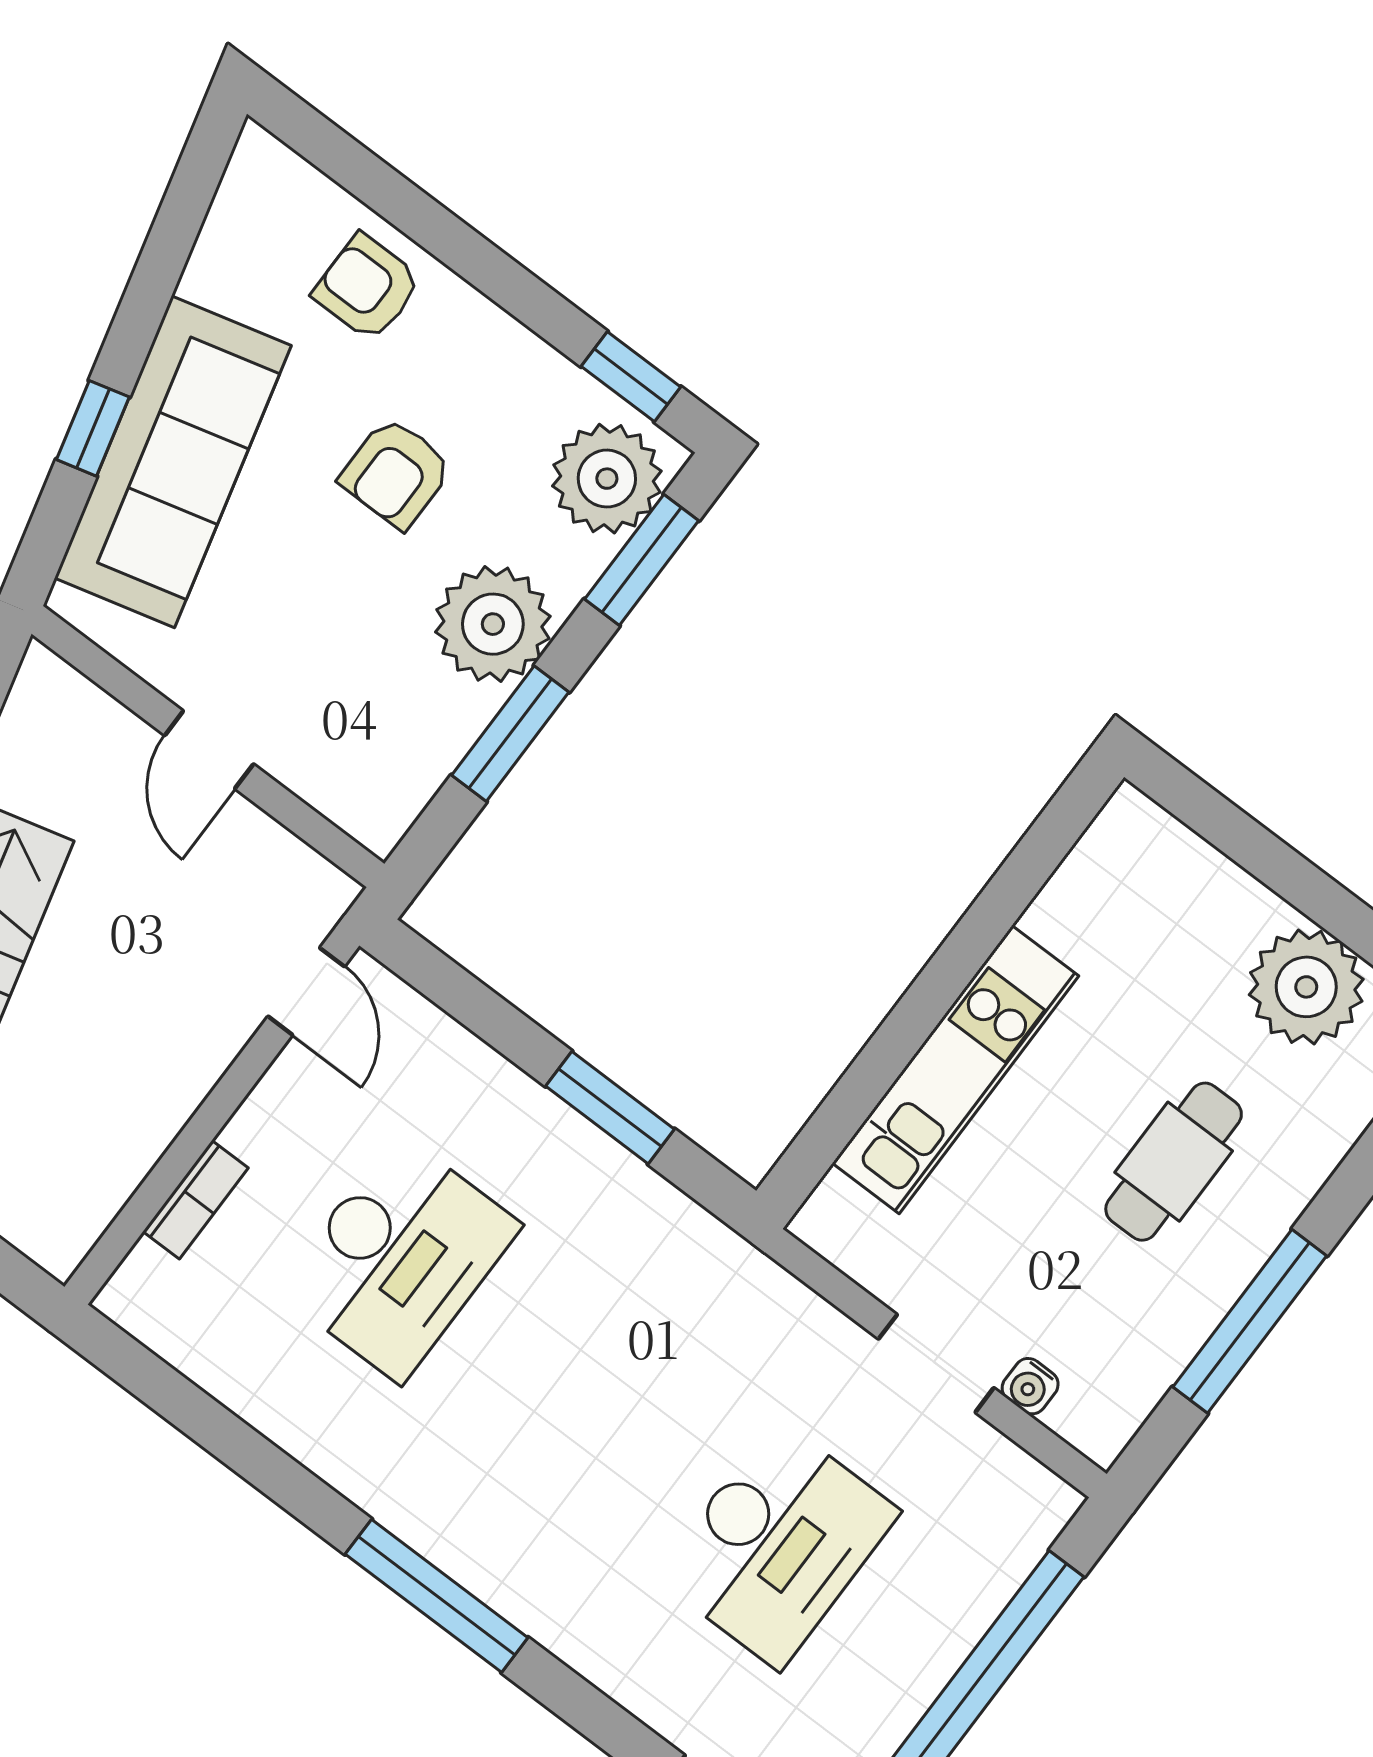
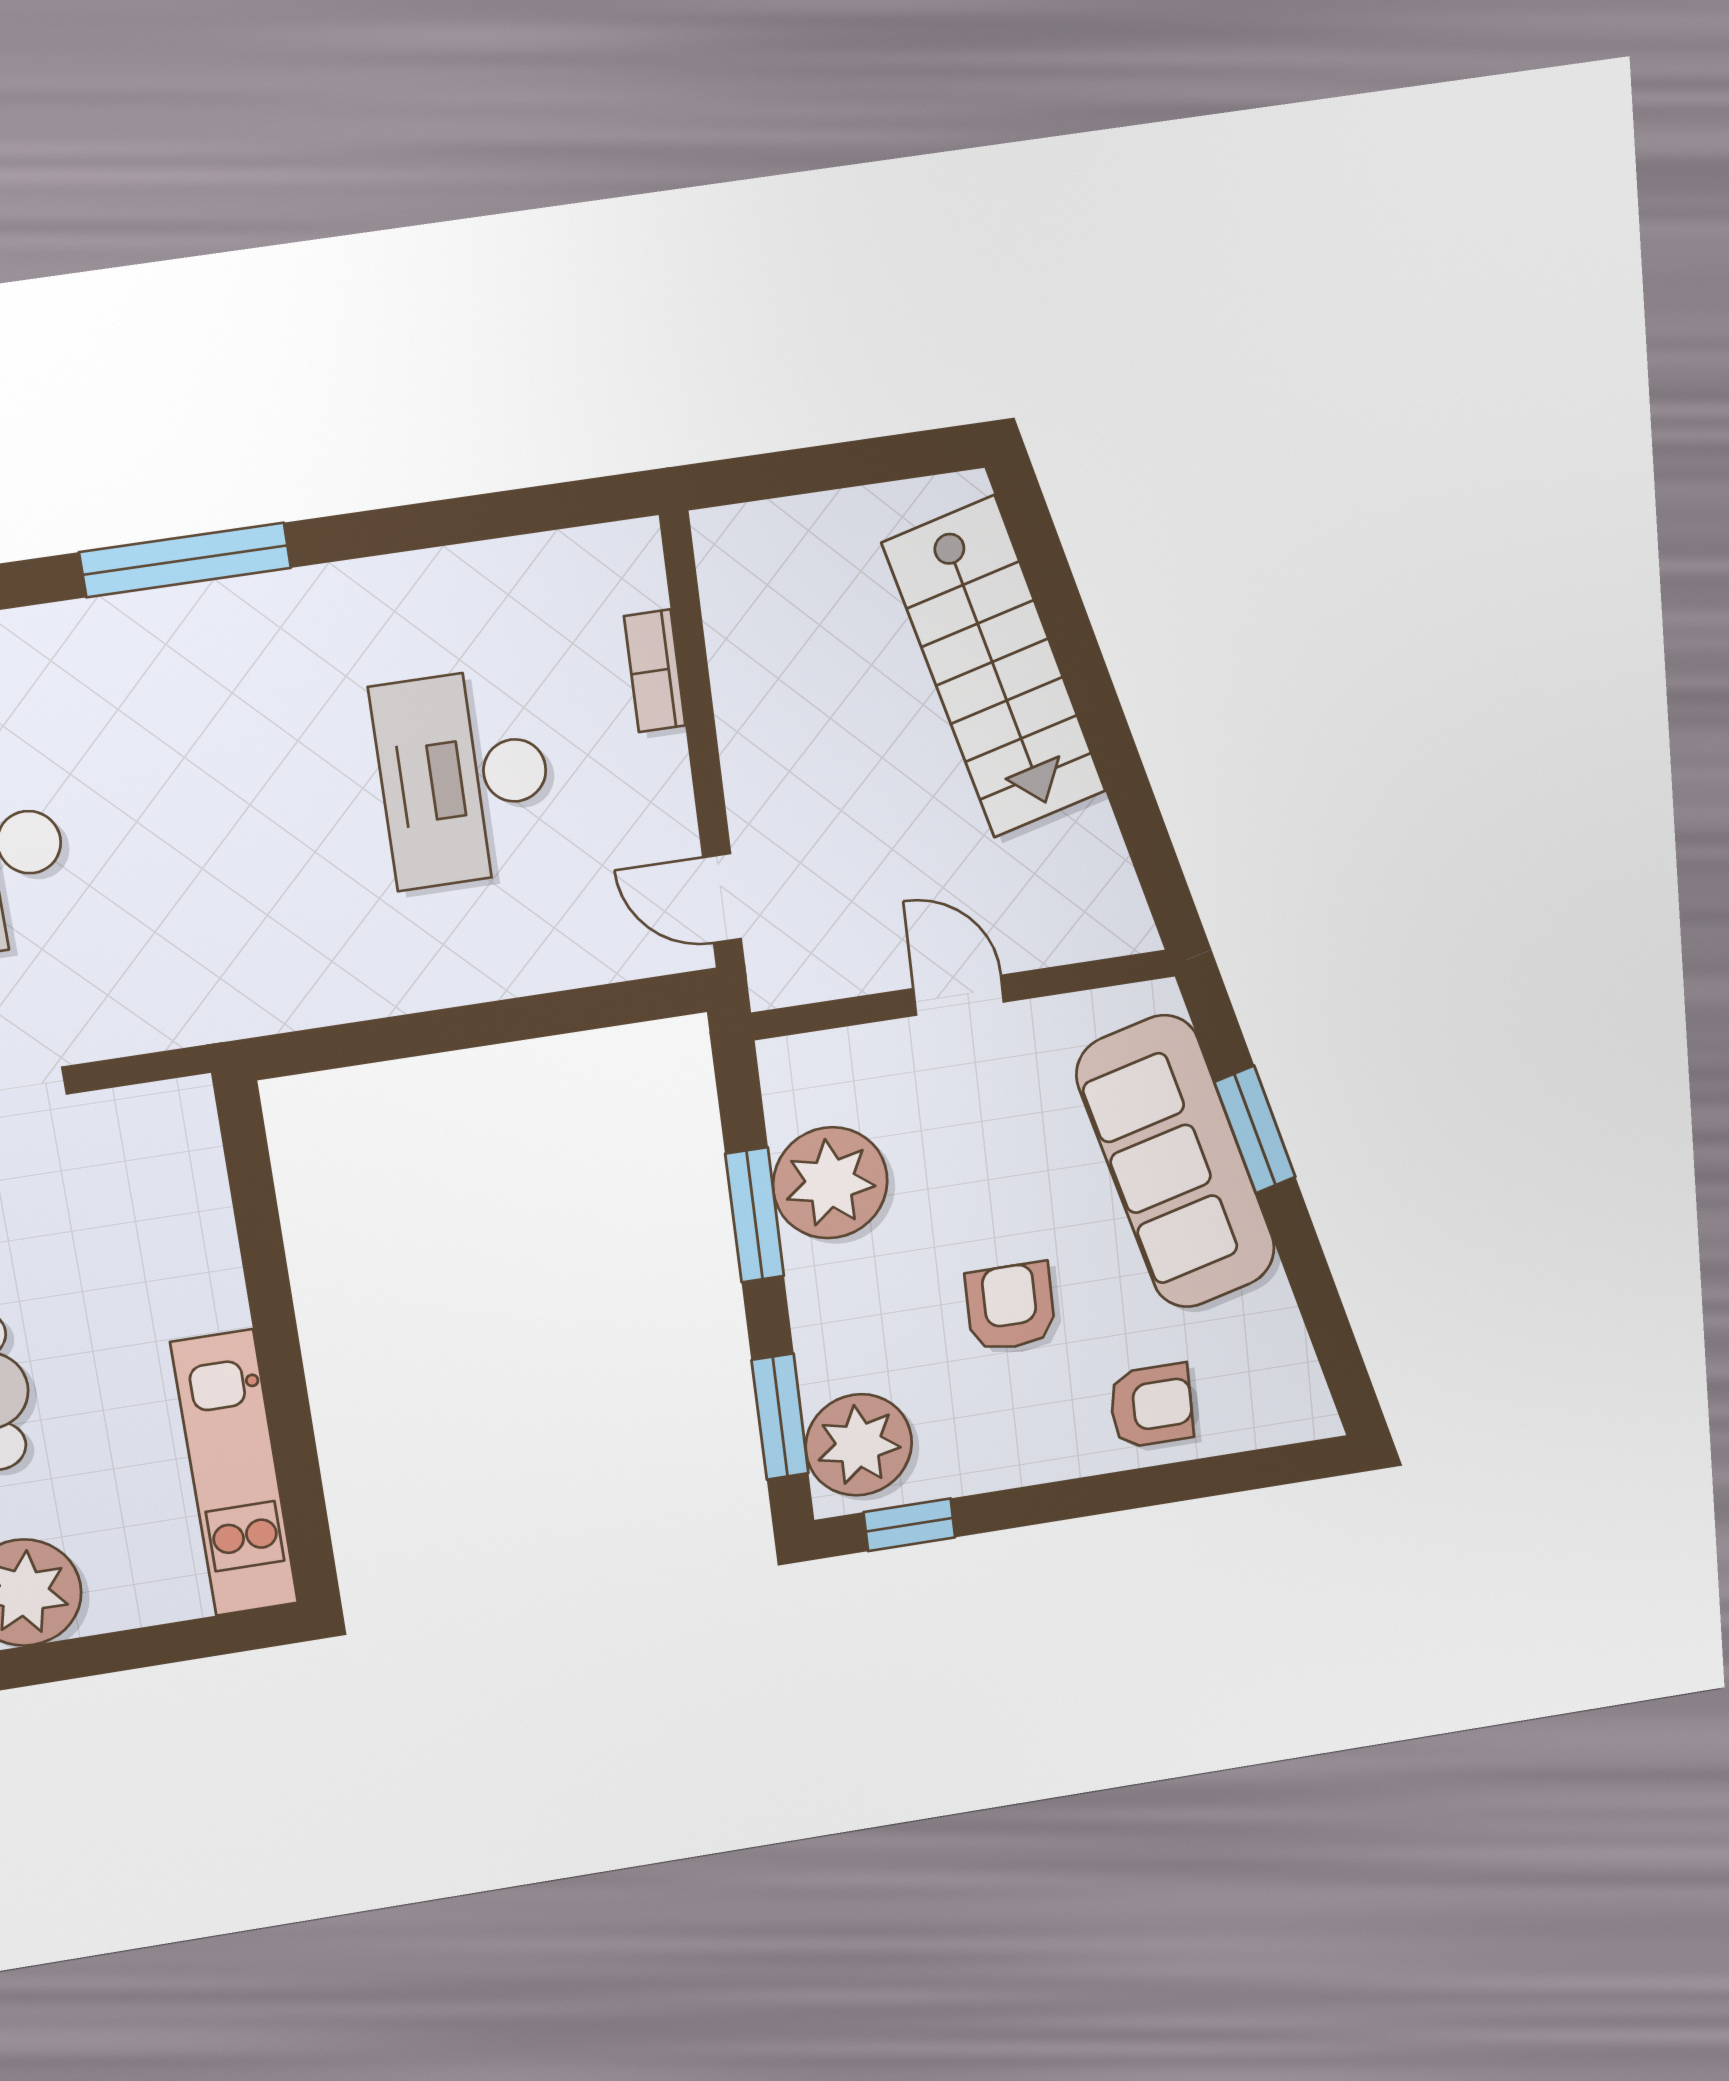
window: (93, 428) -> (1255, 1130), width x1.50
plant: (493, 624) -> (830, 1183), moved
kitchen unit: (956, 1070) -> (235, 1474), moved
window: (610, 1108) -> (422, 1034), removed

